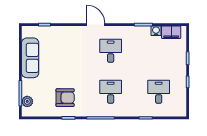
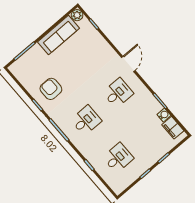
armchair: (65, 98) -> (51, 89), turned 180
plant: (27, 101) -> (77, 15), moved

